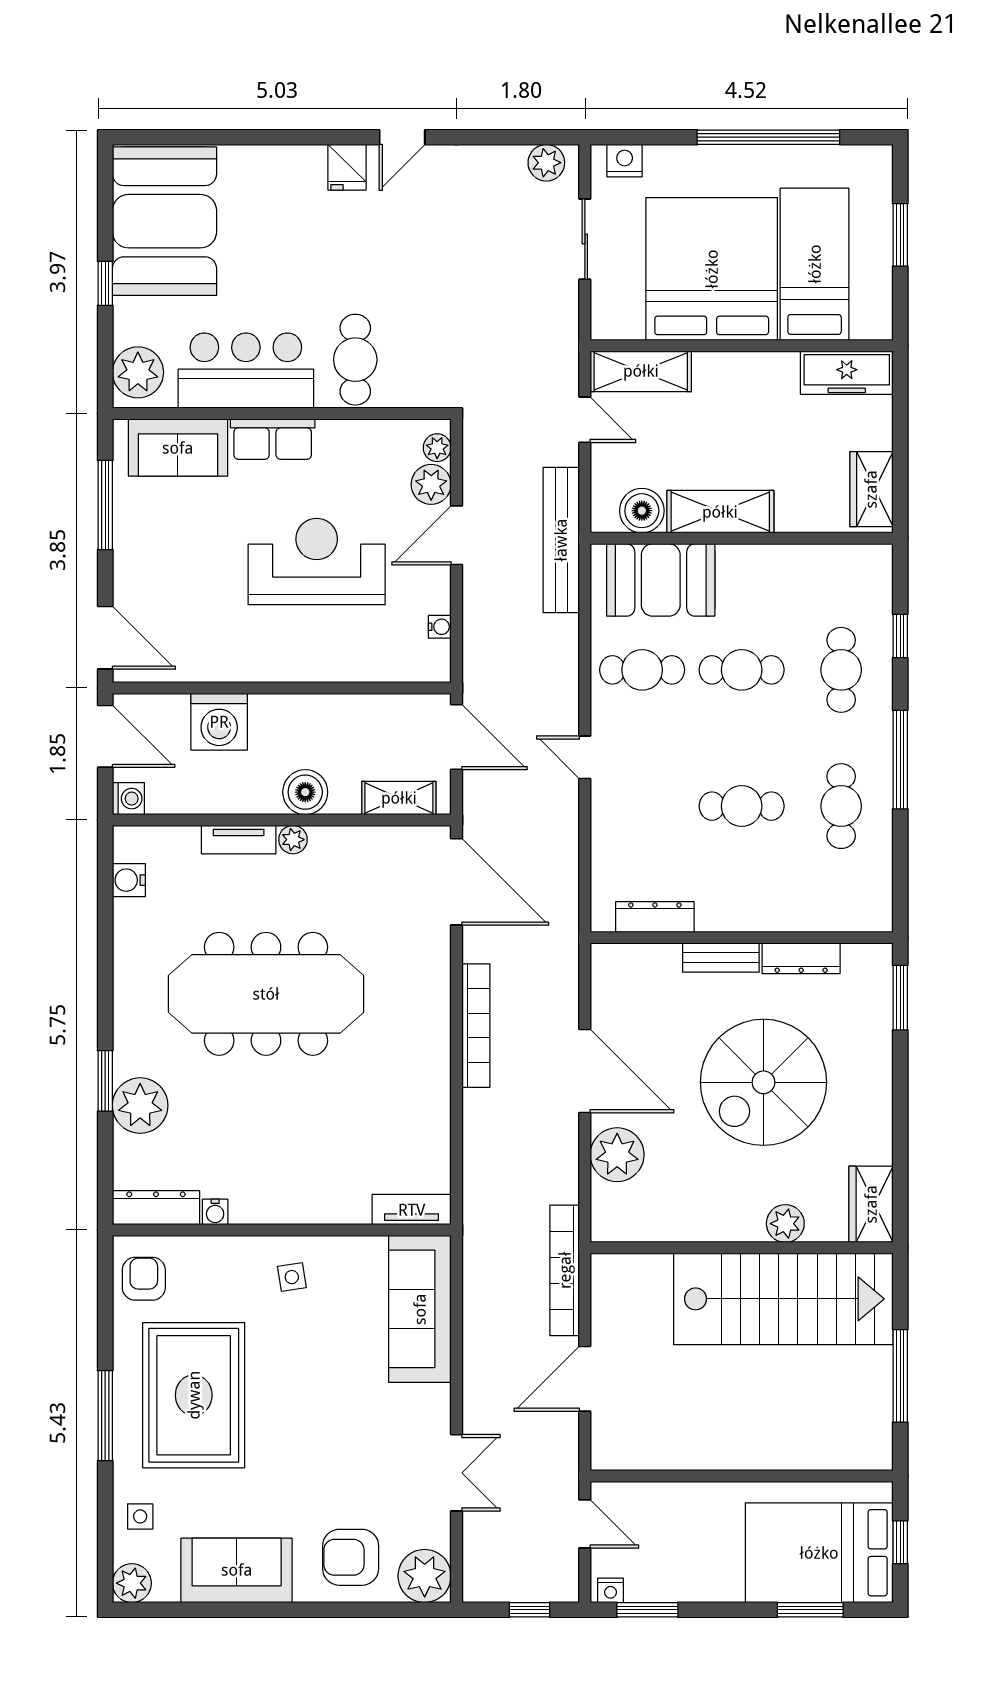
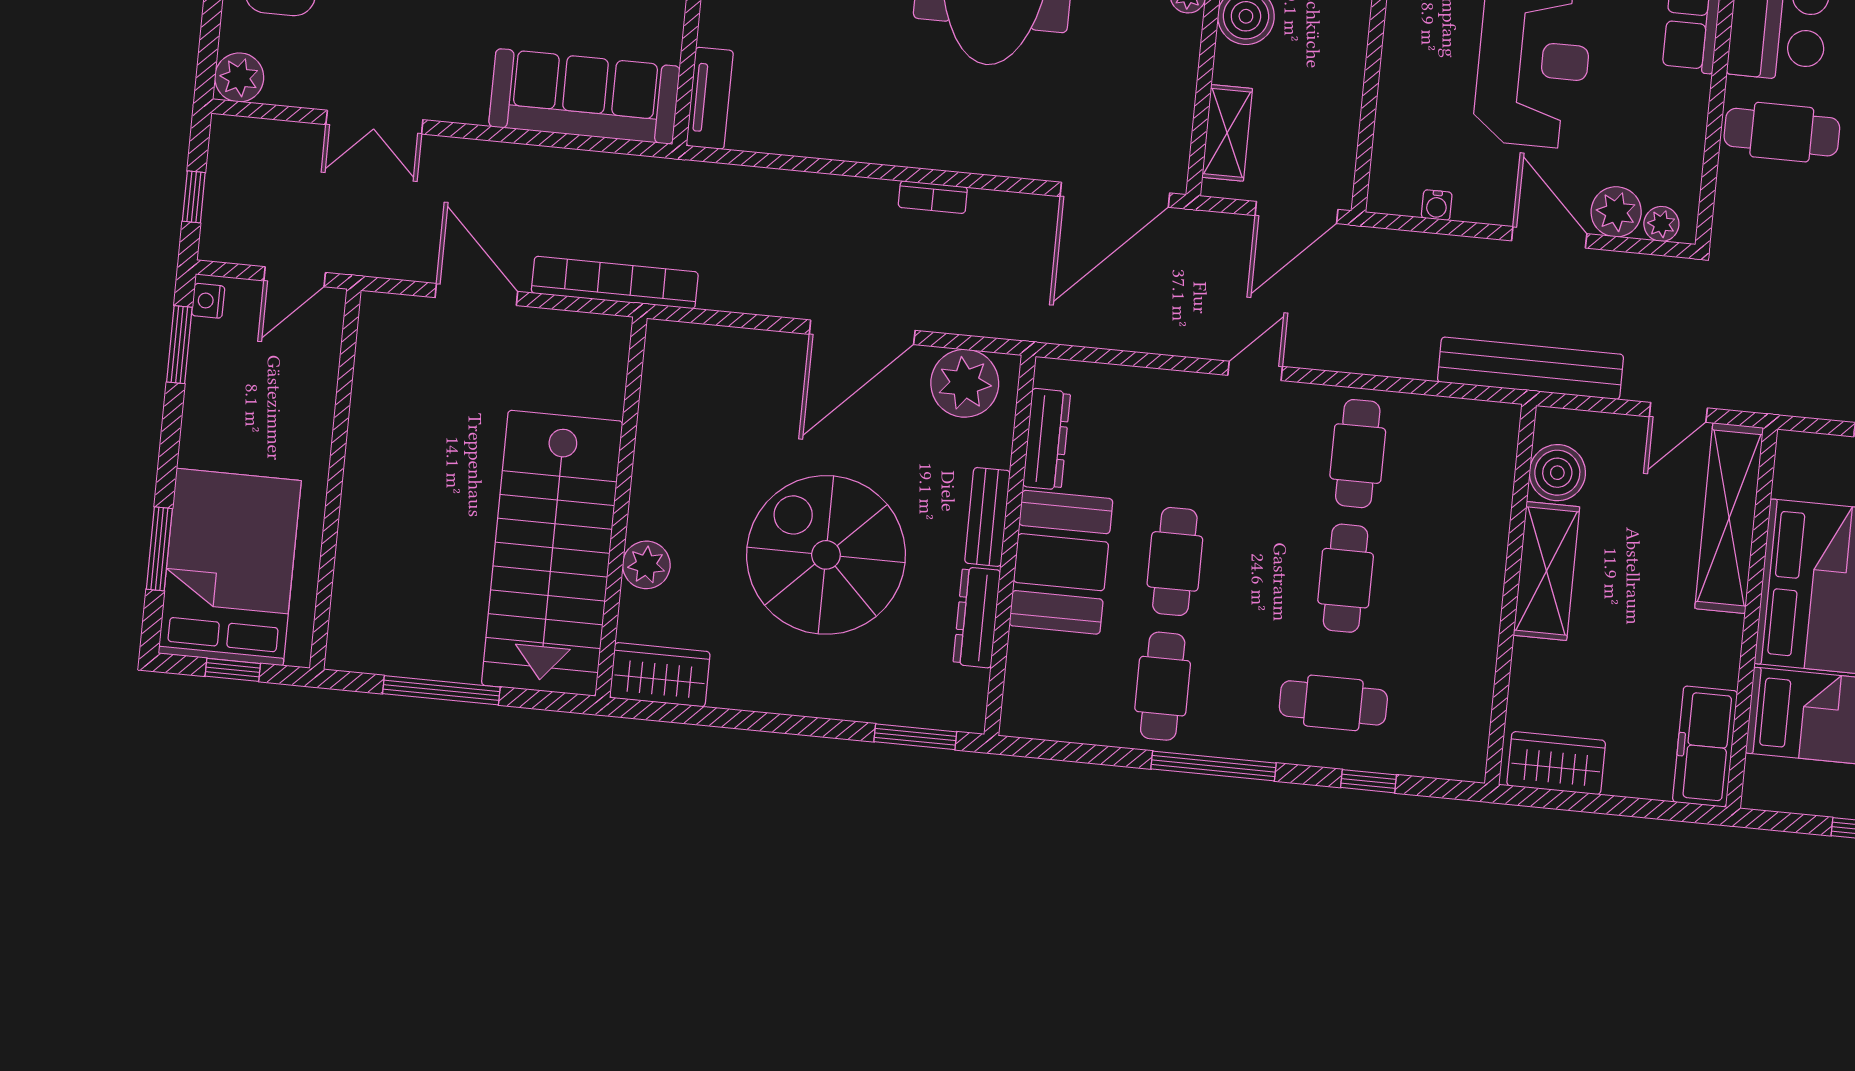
shelving: (641, 371) -> (1729, 518), width x1.47
booth: (661, 580) -> (1061, 562), moved
cafe table: (841, 806) -> (1163, 686), turned 90
bookcase: (476, 1026) -> (933, 197), width x0.43, depth x0.76
plant: (617, 1155) -> (965, 383), moved
plant: (425, 1576) -> (239, 77), width x0.73, depth x0.73

